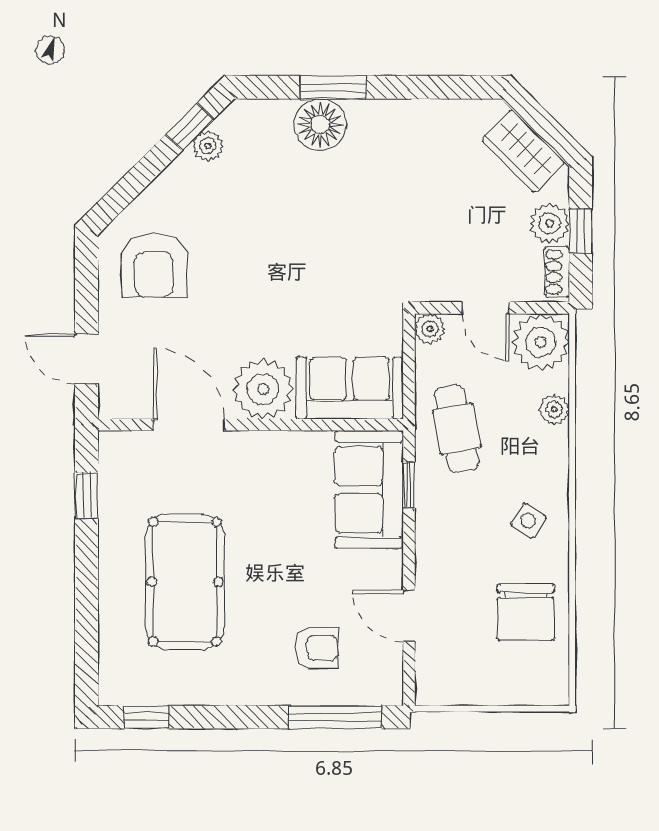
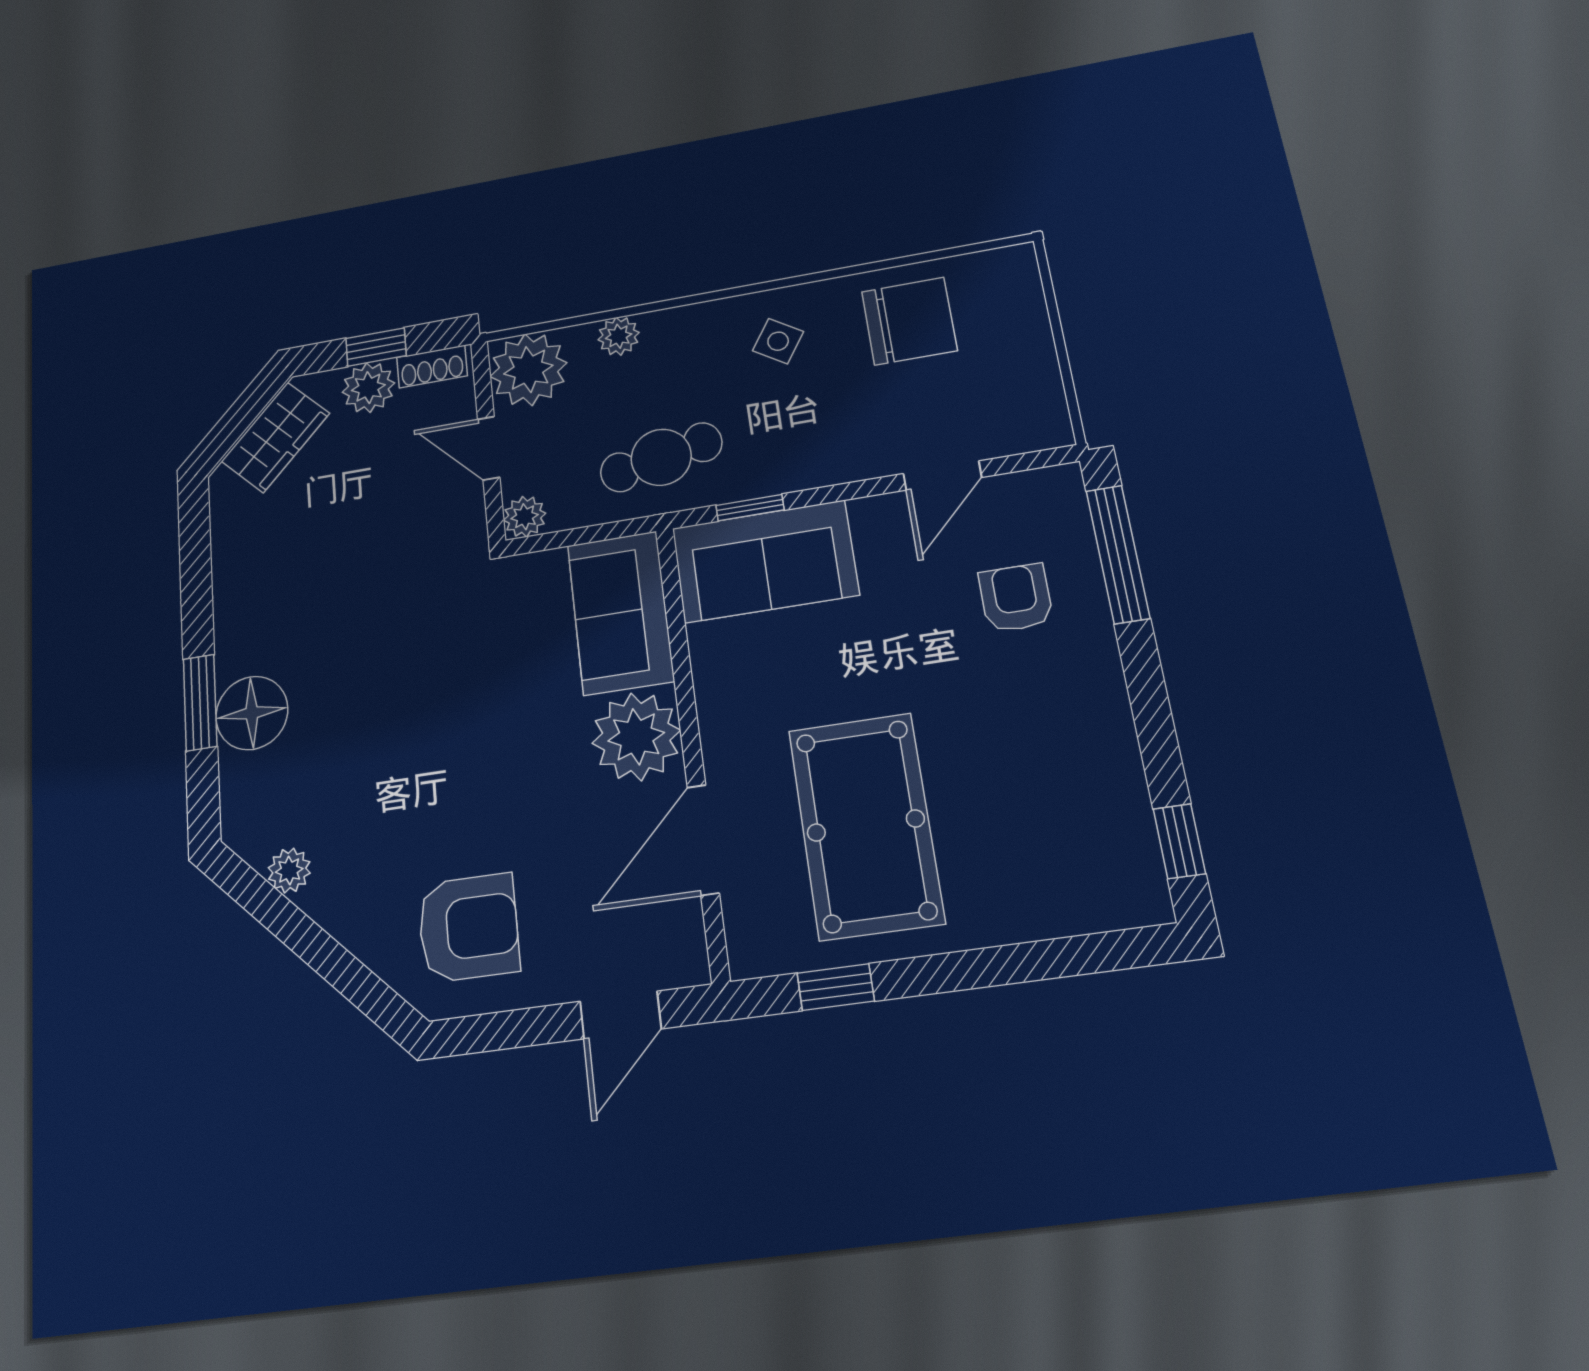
window: (190, 127) -> (263, 901), removed
door: (486, 308) -> (489, 448), swing flipped
pool table: (185, 582) -> (866, 826), moved, turned 90

